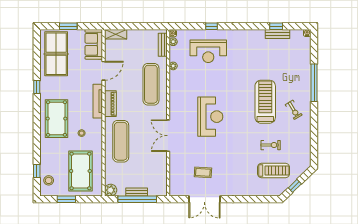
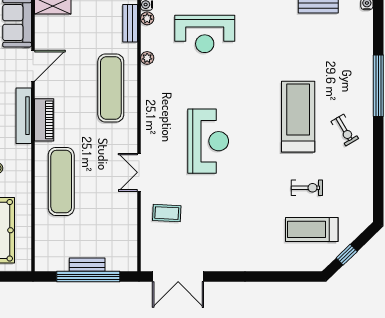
double door: (168, 136) -> (139, 172), width x0.73
treadmill: (273, 170) -> (312, 229), turned 180
coffee table: (203, 172) -> (167, 213), moved
plant: (111, 190) -> (45, 262), removed
double door: (204, 199) -> (178, 277), moved

